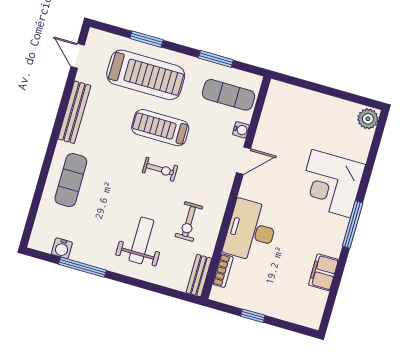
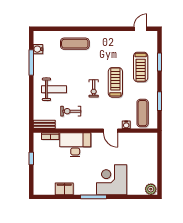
treadmill: (146, 75) -> (141, 67), width x0.73, depth x0.73
bench: (74, 112) -> (111, 35), removed

